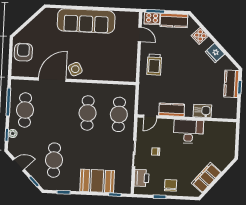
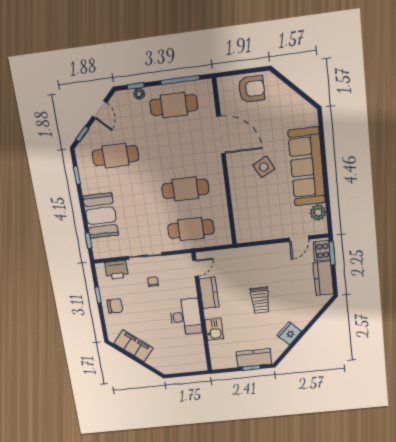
plant: (122, 17) -> (318, 213), added
cooker: (200, 36) -> (308, 312), removed
trolley: (154, 65) -> (260, 300), moved, turned -90
side table: (75, 69) -> (264, 167), moved
door: (150, 117) -> (196, 268), swing flipped

